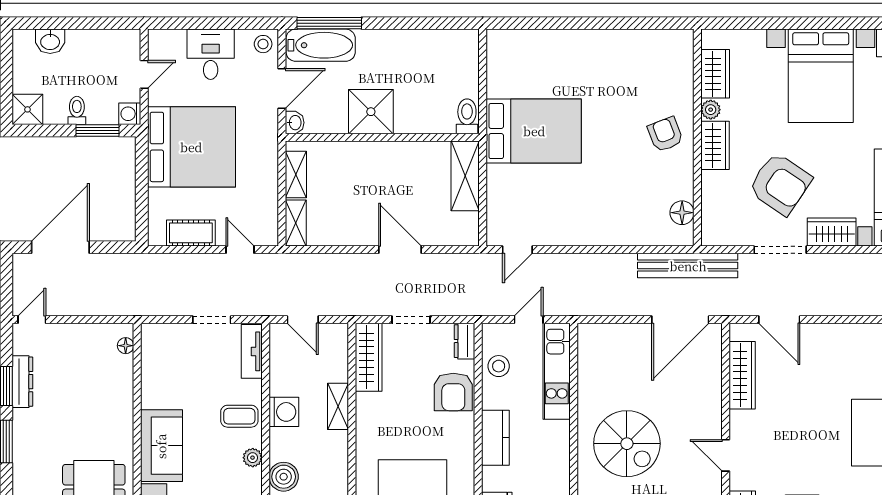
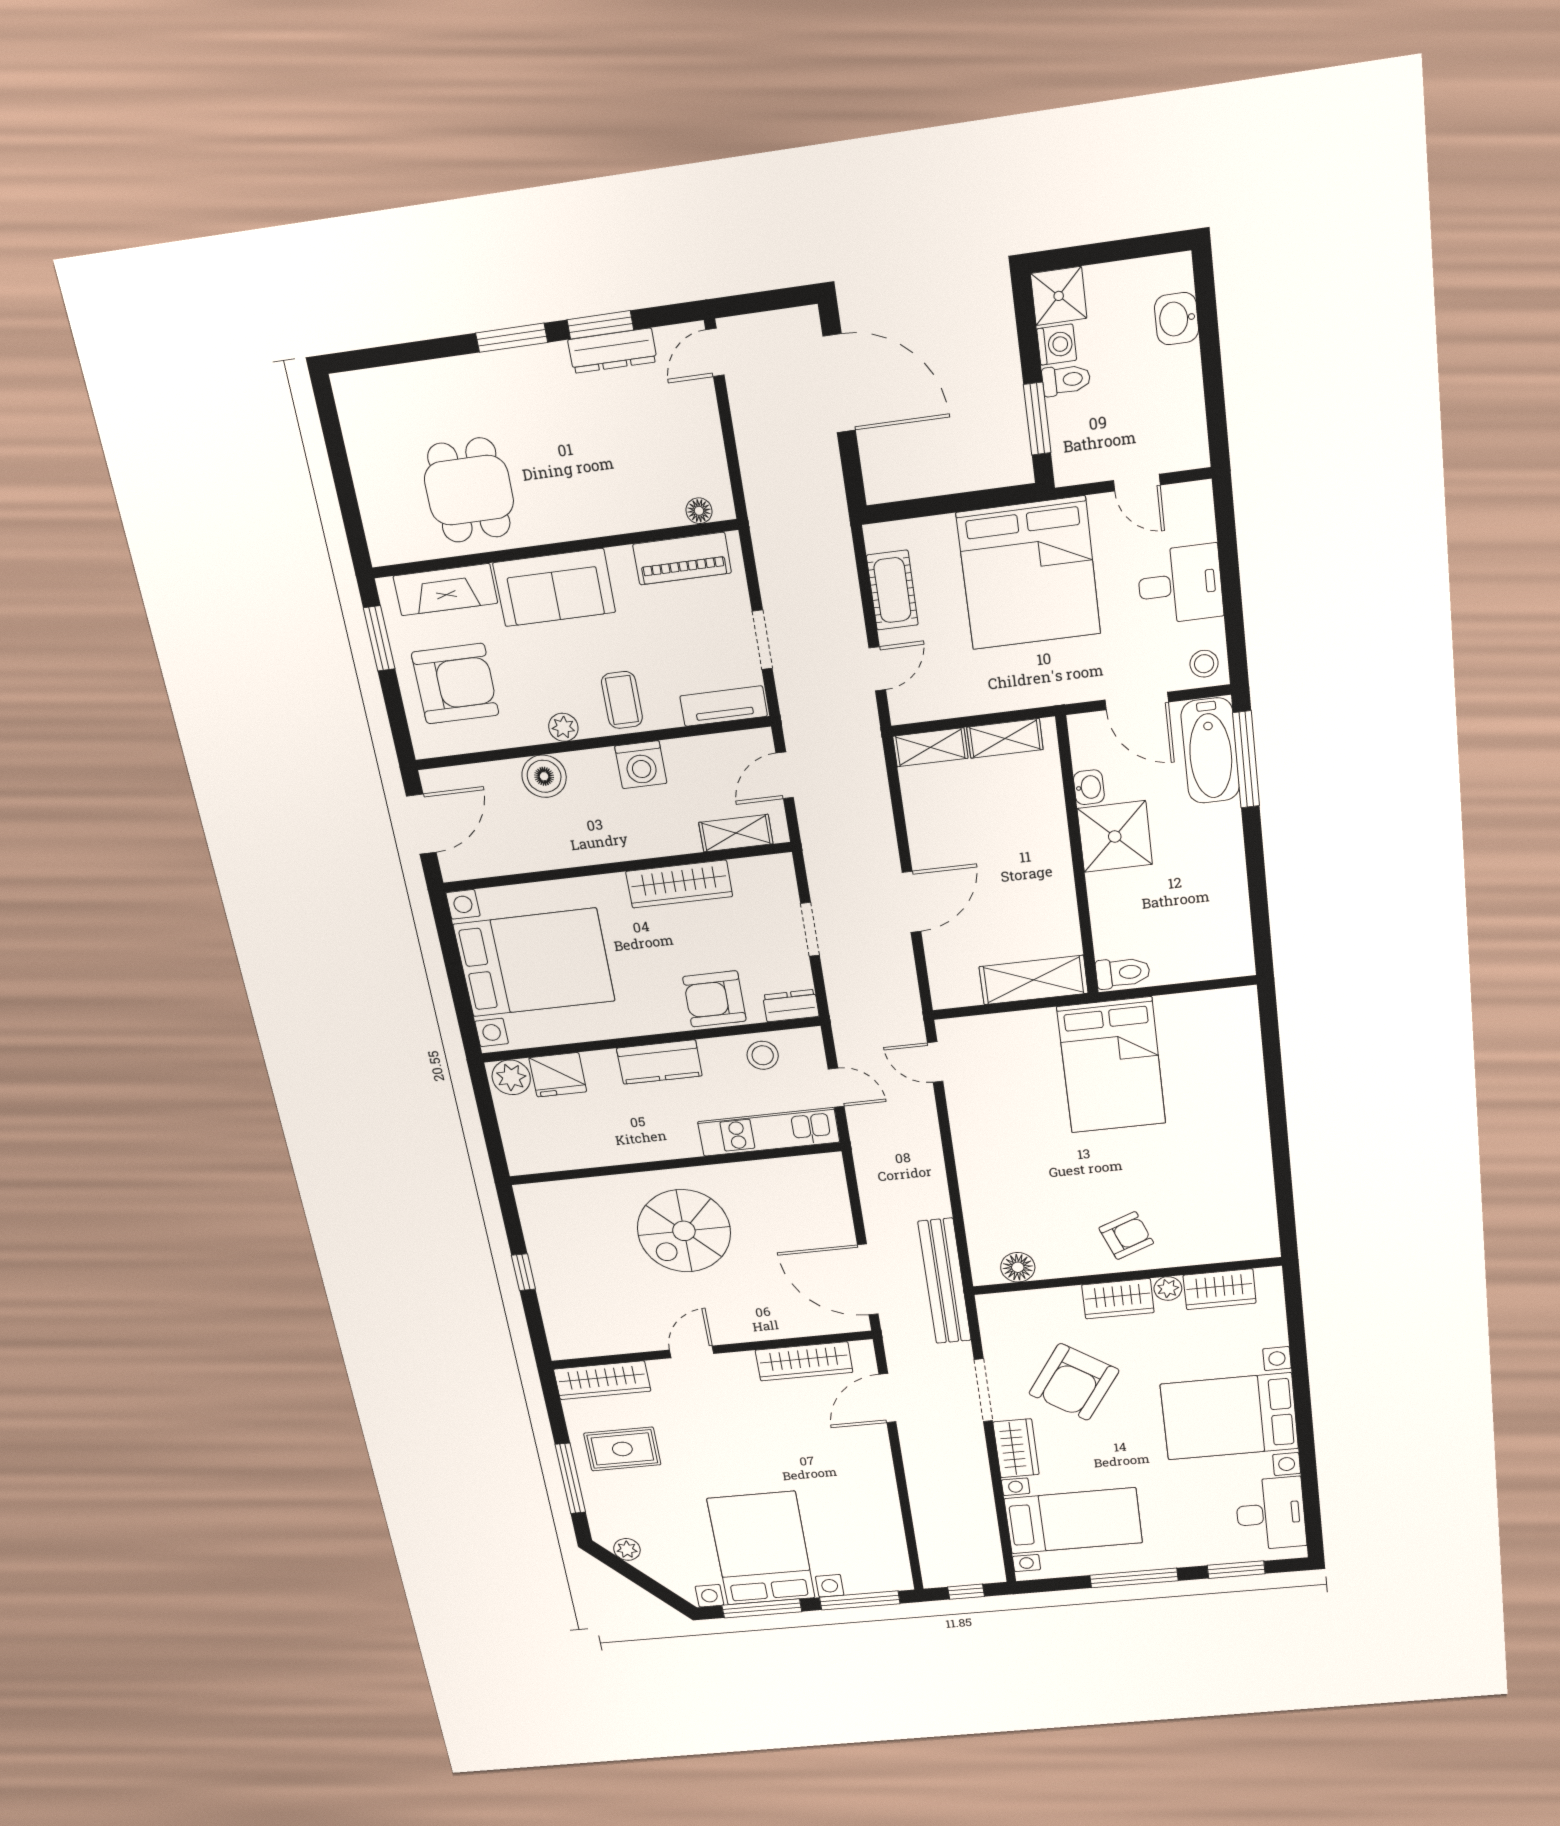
washing machine: (130, 114) -> (1057, 345), moved, turned 90
washbasin: (295, 123) -> (1089, 787), moved, turned -90
door: (32, 320) -> (715, 352), swing flipped
wardrobe: (369, 357) -> (679, 884), moved
piano: (154, 361) -> (682, 559), added
shelving: (338, 406) -> (736, 833), moved

